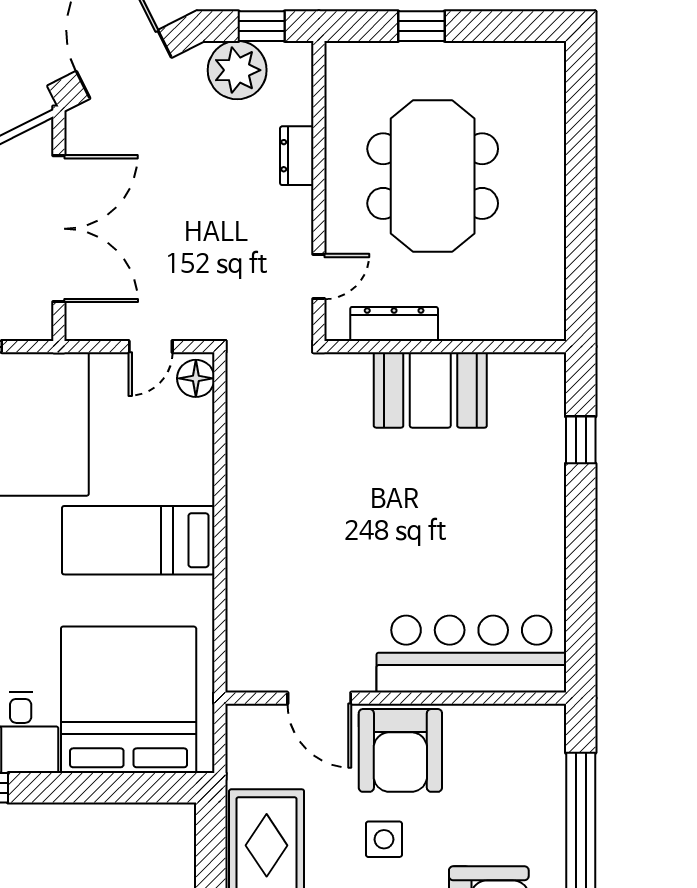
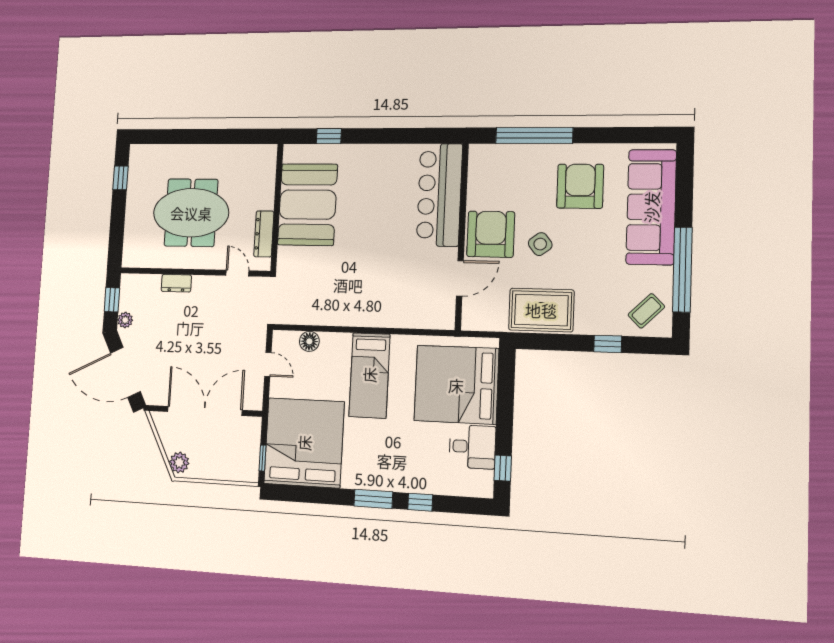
window: (421, 26) -> (121, 178), moved
plant: (237, 70) -> (125, 320), width x0.53, depth x0.53
floor lamp: (196, 378) -> (309, 341), moved
booth: (430, 390) -> (308, 205), width x1.36, depth x1.42
armchair: (400, 750) -> (491, 234), turned -90
side table: (384, 839) -> (540, 244), turned -37

